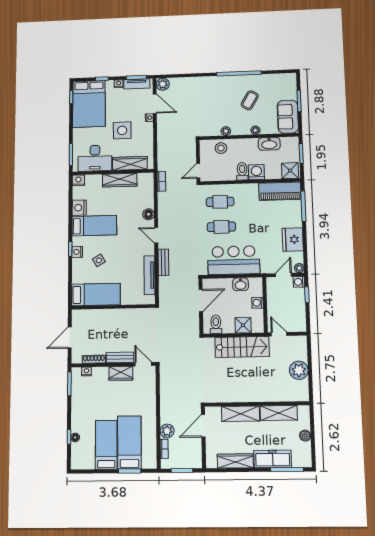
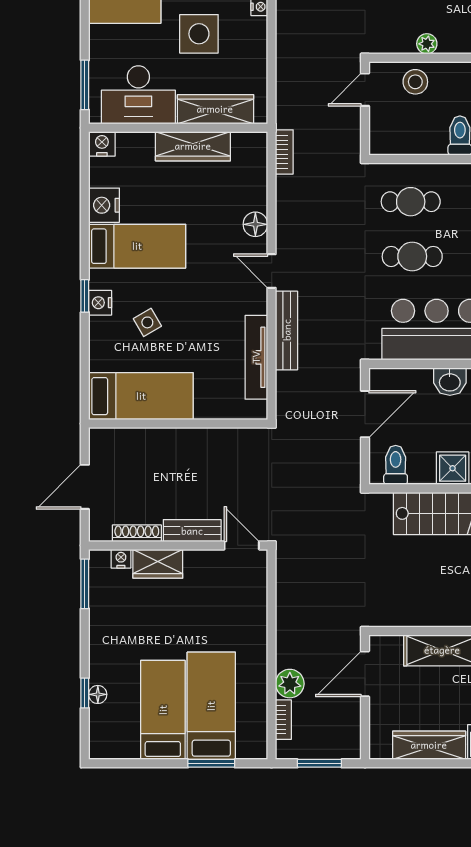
door: (198, 171) -> (365, 90), moved
bench: (163, 262) -> (287, 330), width x1.36
wardrobe: (121, 373) -> (158, 564), moved

